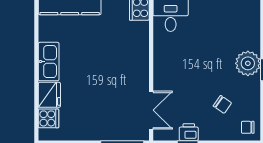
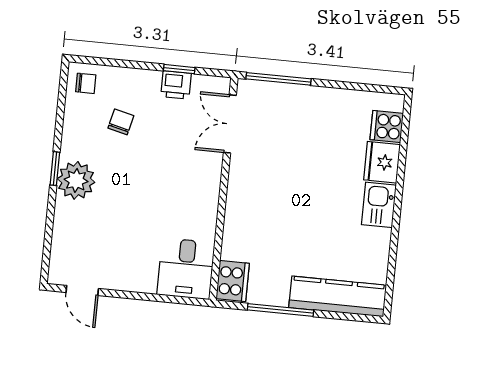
kitchen sink: (49, 62) -> (379, 205), width x0.73
chair: (222, 104) -> (121, 122), turned 69

